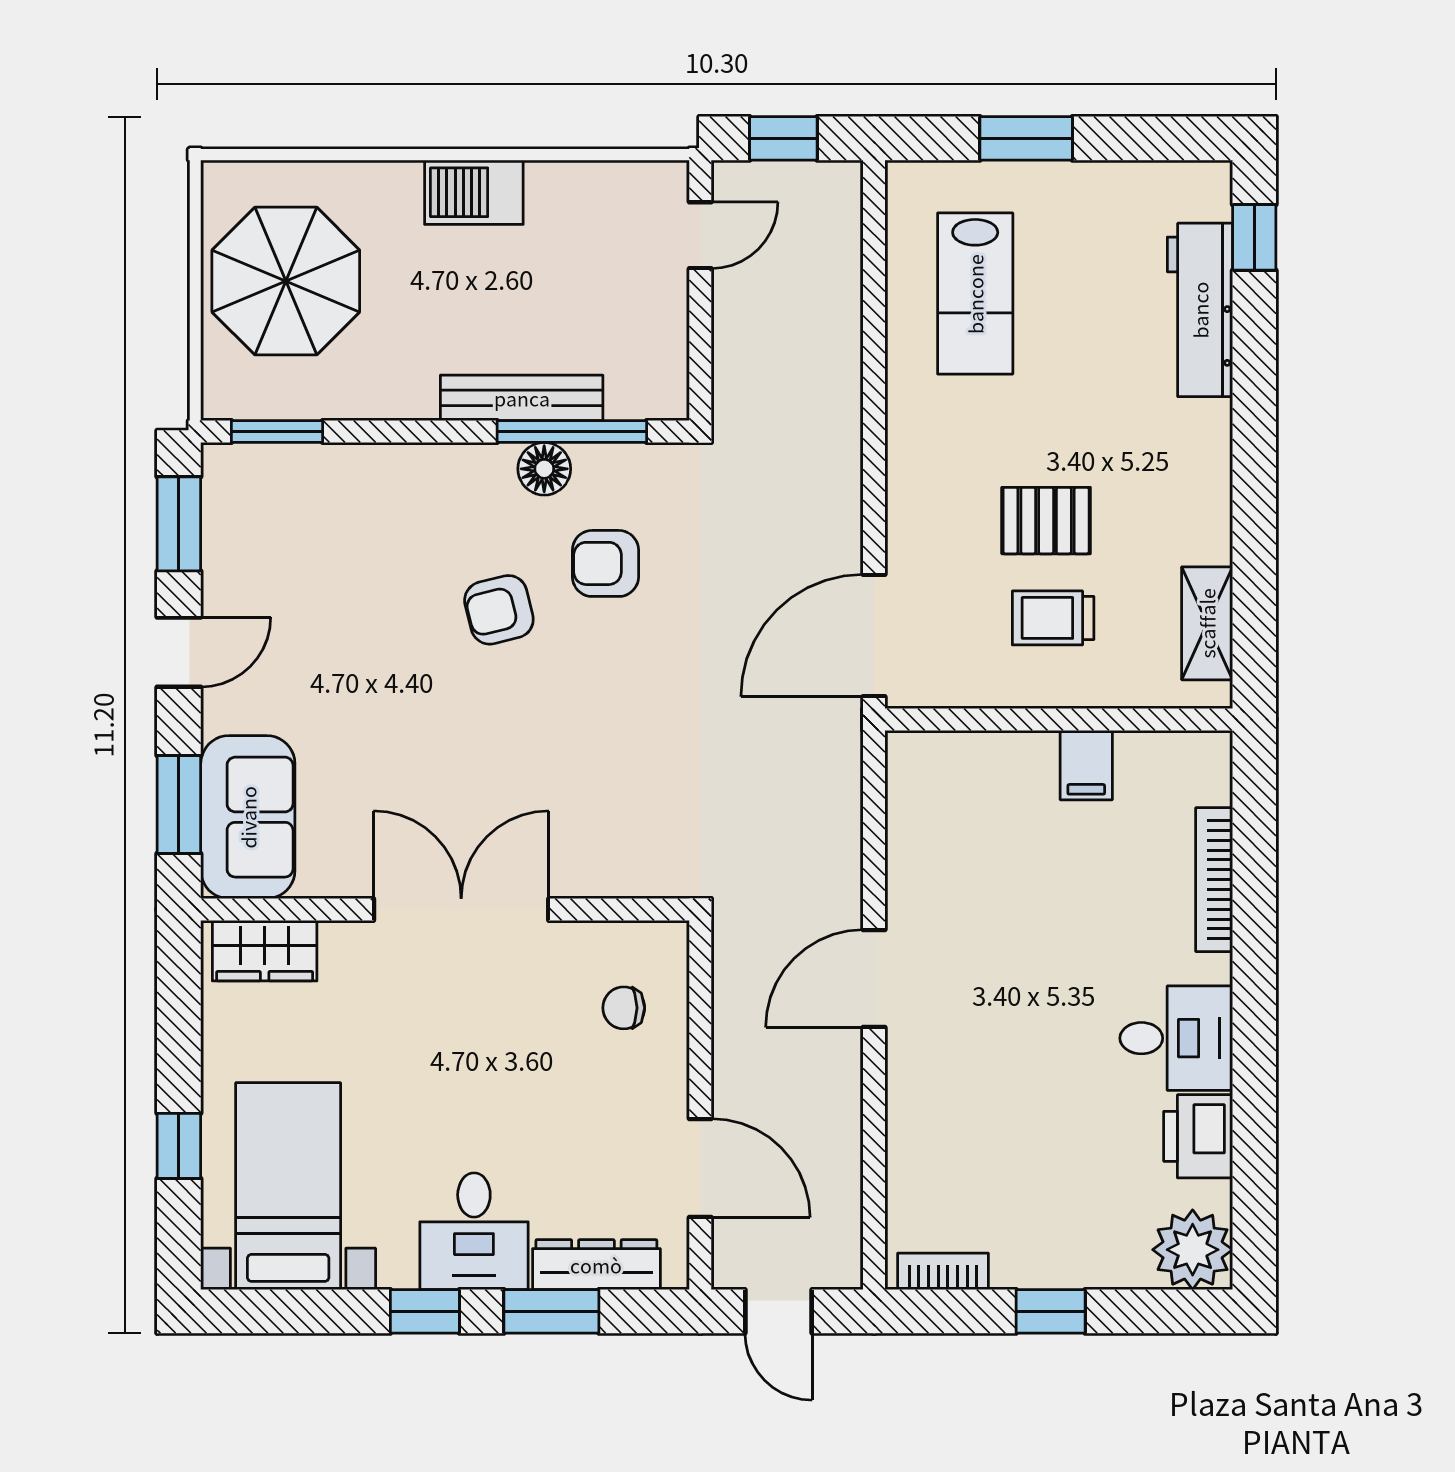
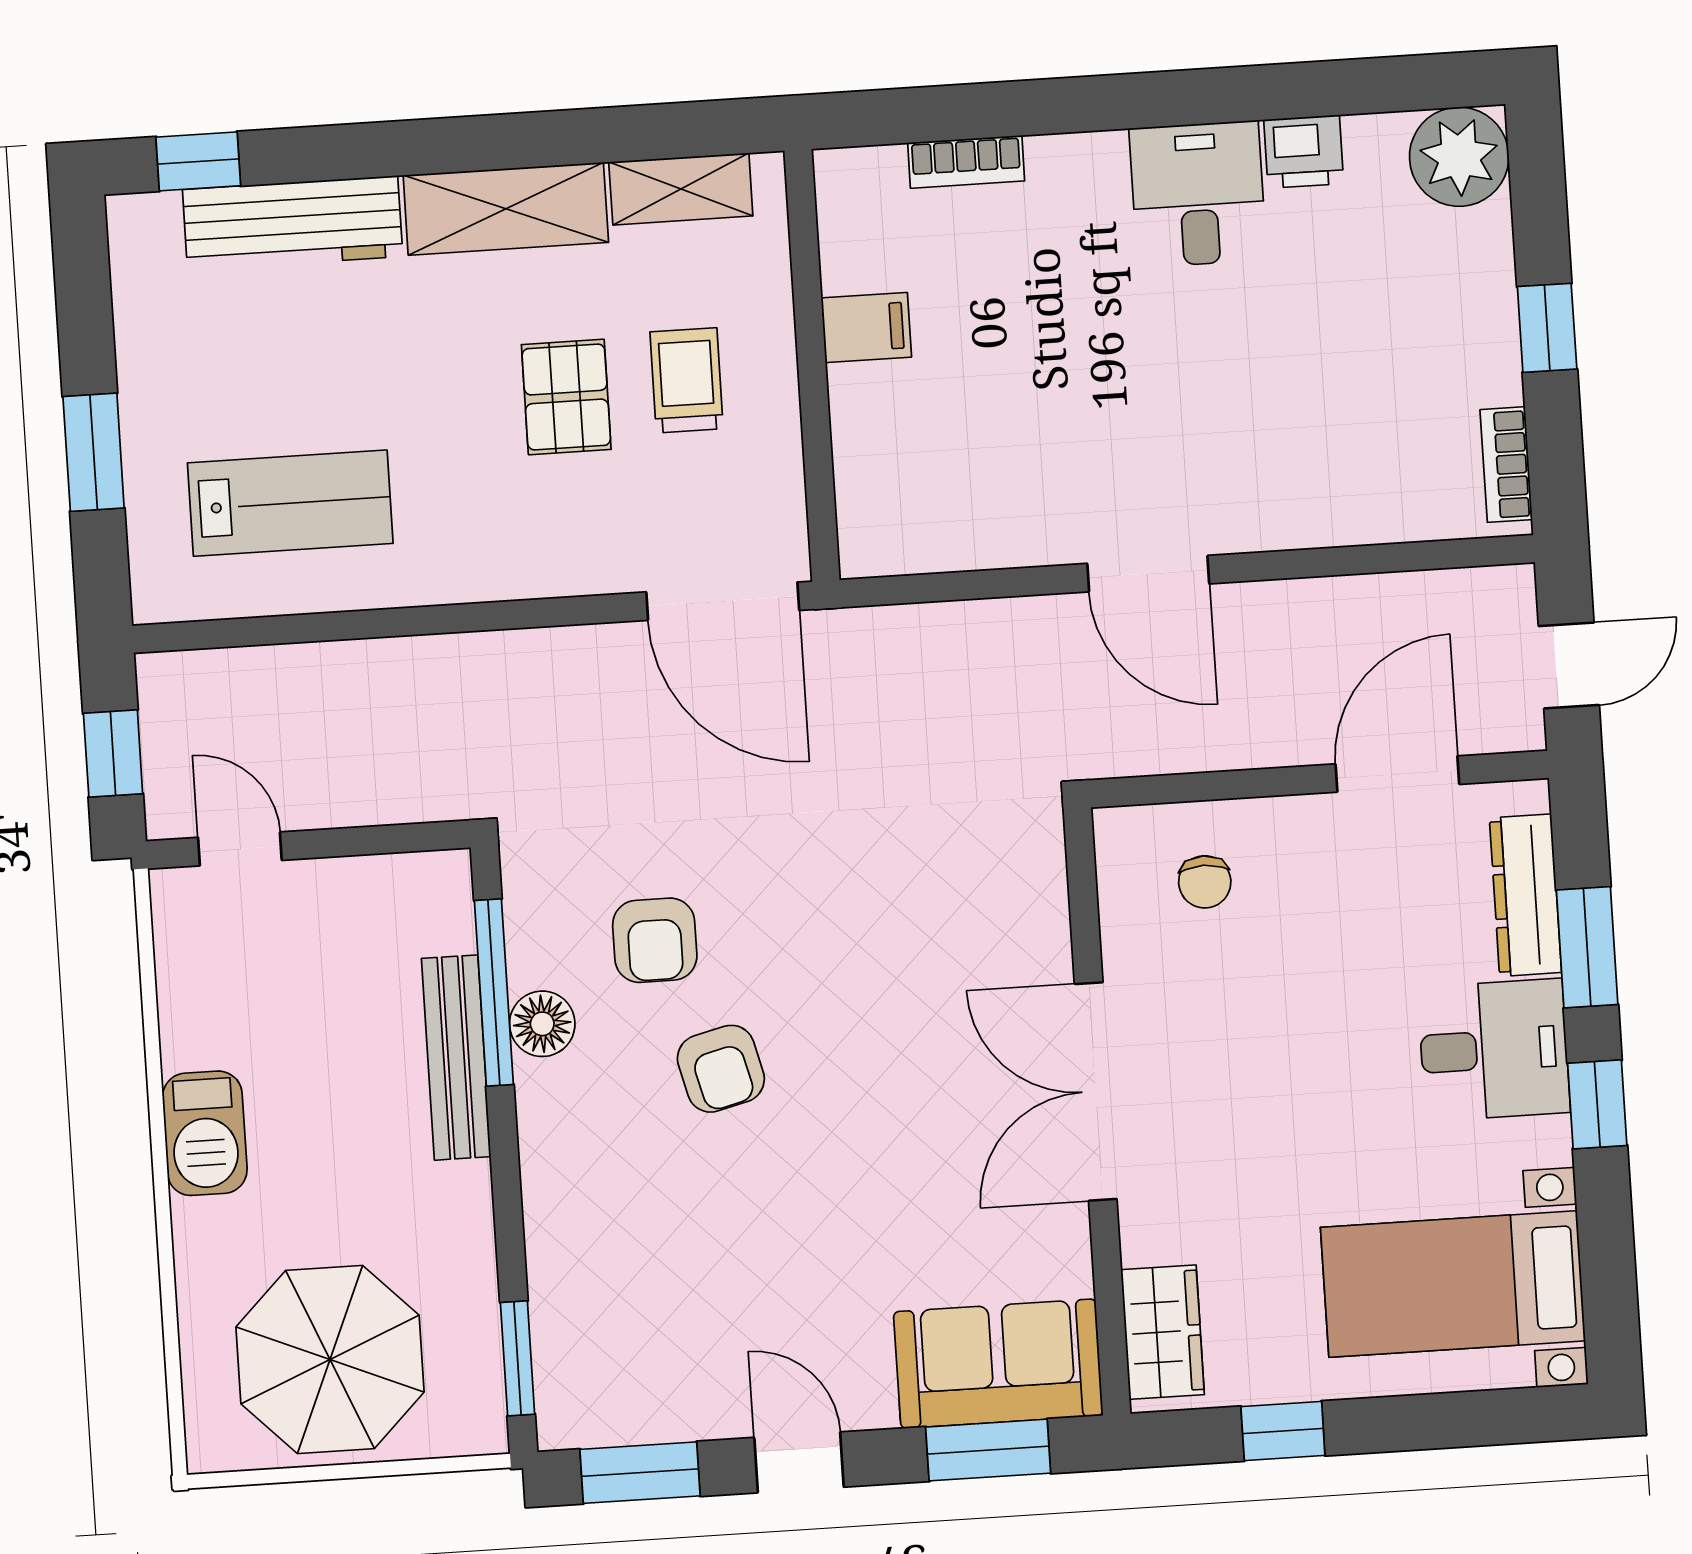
shelving: (1200, 482) -> (506, 209), added
trolley: (1053, 618) -> (687, 380), turned 180
bookcase: (1214, 880) -> (966, 162), width x0.64
printer: (1198, 1136) -> (1304, 152), width x0.73, depth x0.81
window: (179, 1146) -> (1283, 1431), moved

